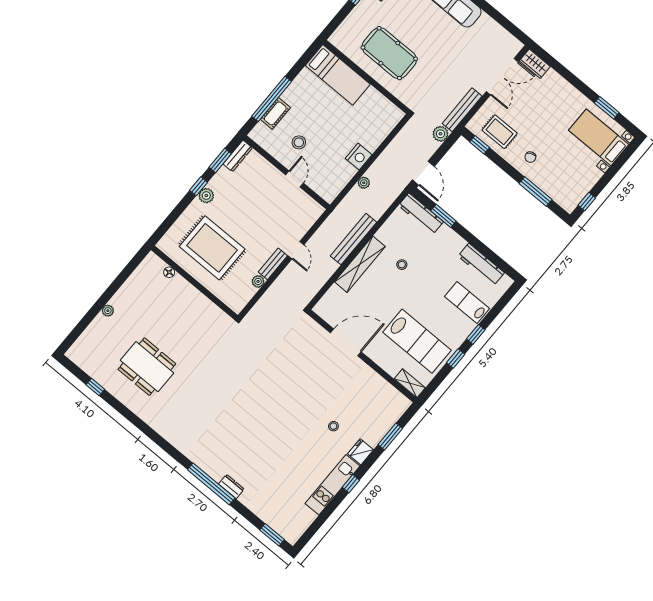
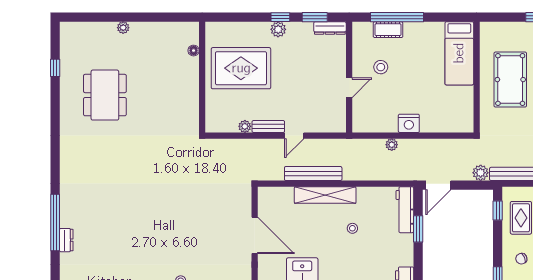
bench: (354, 239) -> (313, 174), moved
rug: (212, 248) -> (241, 68), turned 90

